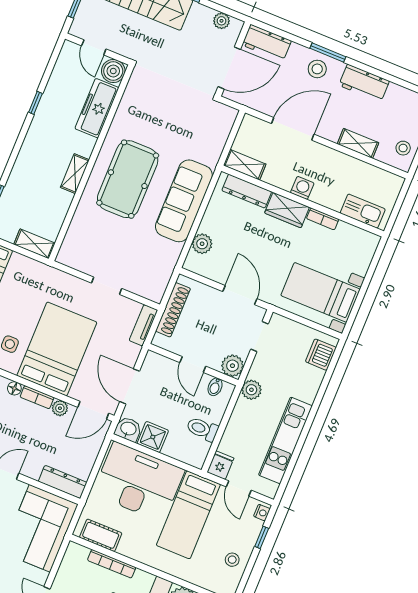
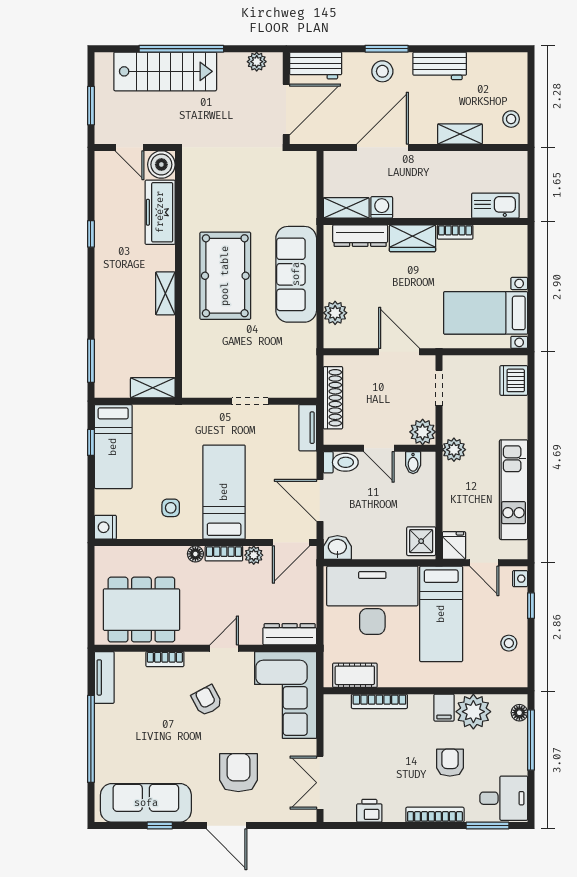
washing machine: (302, 188) -> (382, 207), moved
bed: (57, 349) -> (224, 492), width x0.67
toilet: (202, 429) -> (341, 462), moved, turned 180
shower: (153, 437) -> (421, 541), moved

